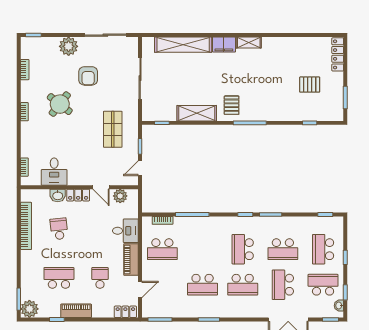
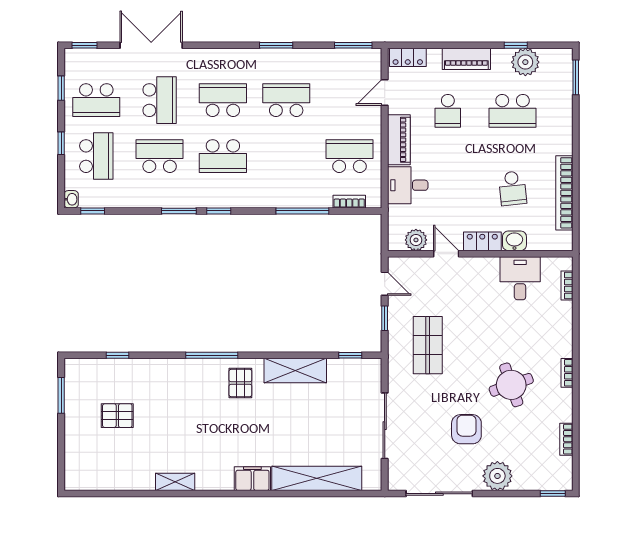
shelving: (249, 43) -> (175, 482), moved
locker: (338, 54) -> (73, 463), removed
round table: (60, 104) -> (511, 385), turned 33
door: (140, 168) -> (385, 284), hinge flipped
school desk: (243, 249) -> (223, 156), turned 90
washbasin: (339, 306) -> (71, 199), moved
plant: (29, 309) -> (525, 62), moved
piano: (76, 311) -> (466, 59), moved

